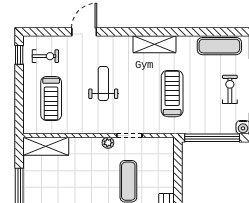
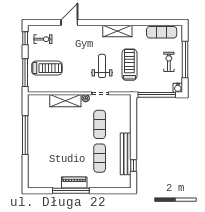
weight bench: (103, 83) -> (102, 66), moved
treadmill: (51, 99) -> (47, 68), turned -90
window: (19, 105) -> (25, 73), added
shelving: (46, 146) -> (65, 101), moved

